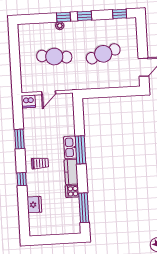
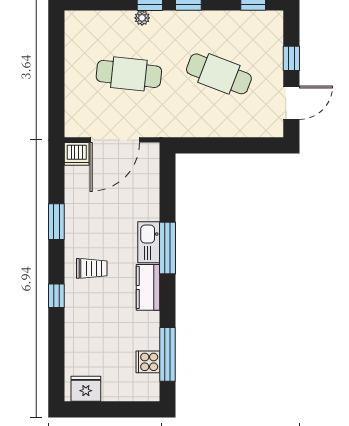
window: (142, 43) -> (291, 58), added
cafe table: (103, 54) -> (219, 74), turned 39
door: (49, 93) -> (115, 140), width x1.88
cooker: (72, 191) -> (148, 362), moved
fridge: (34, 205) -> (86, 389), moved, turned -90

